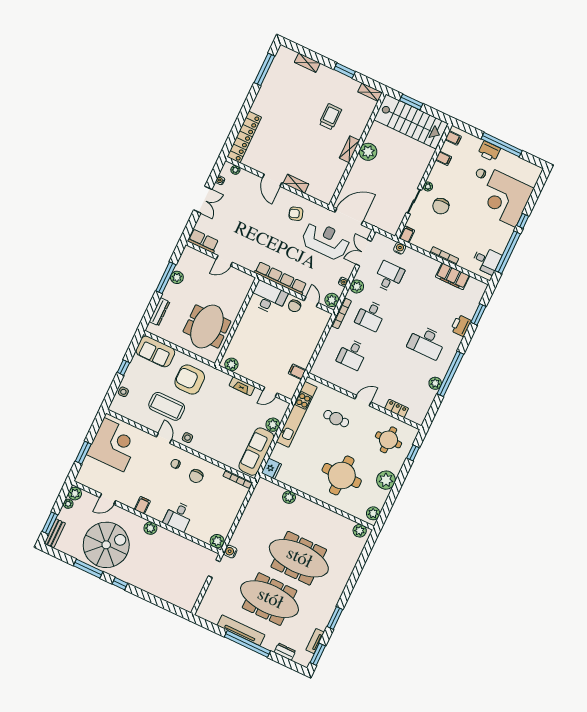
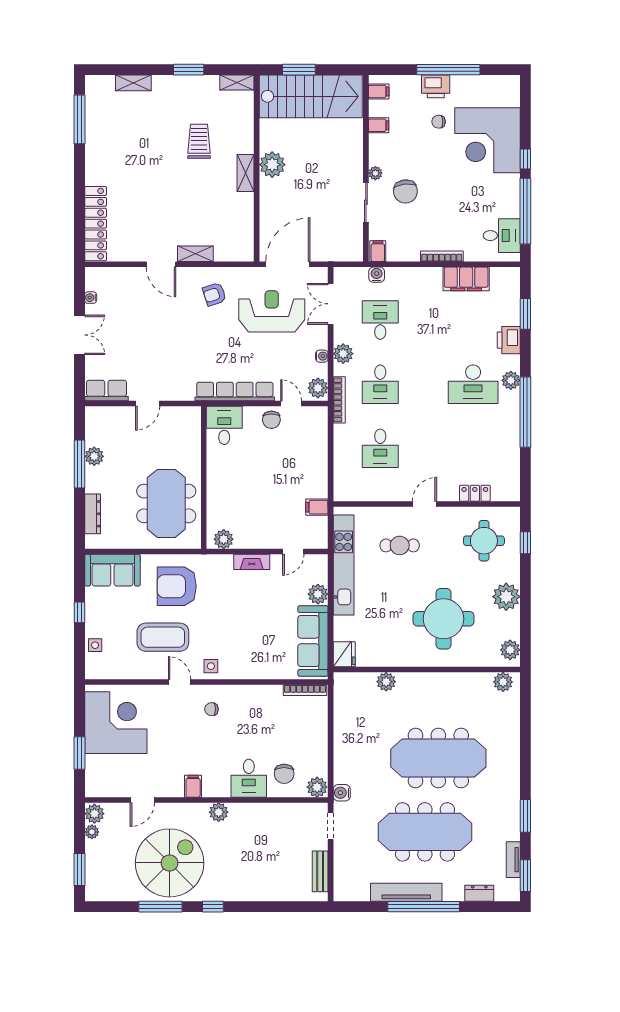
plant: (235, 170) -> (105, 274), removed
desk: (268, 298) -> (224, 425), width x0.73
plant: (435, 383) -> (511, 380), moved
chair: (196, 476) -> (284, 774), moved
bench: (55, 533) -> (320, 871), moved

